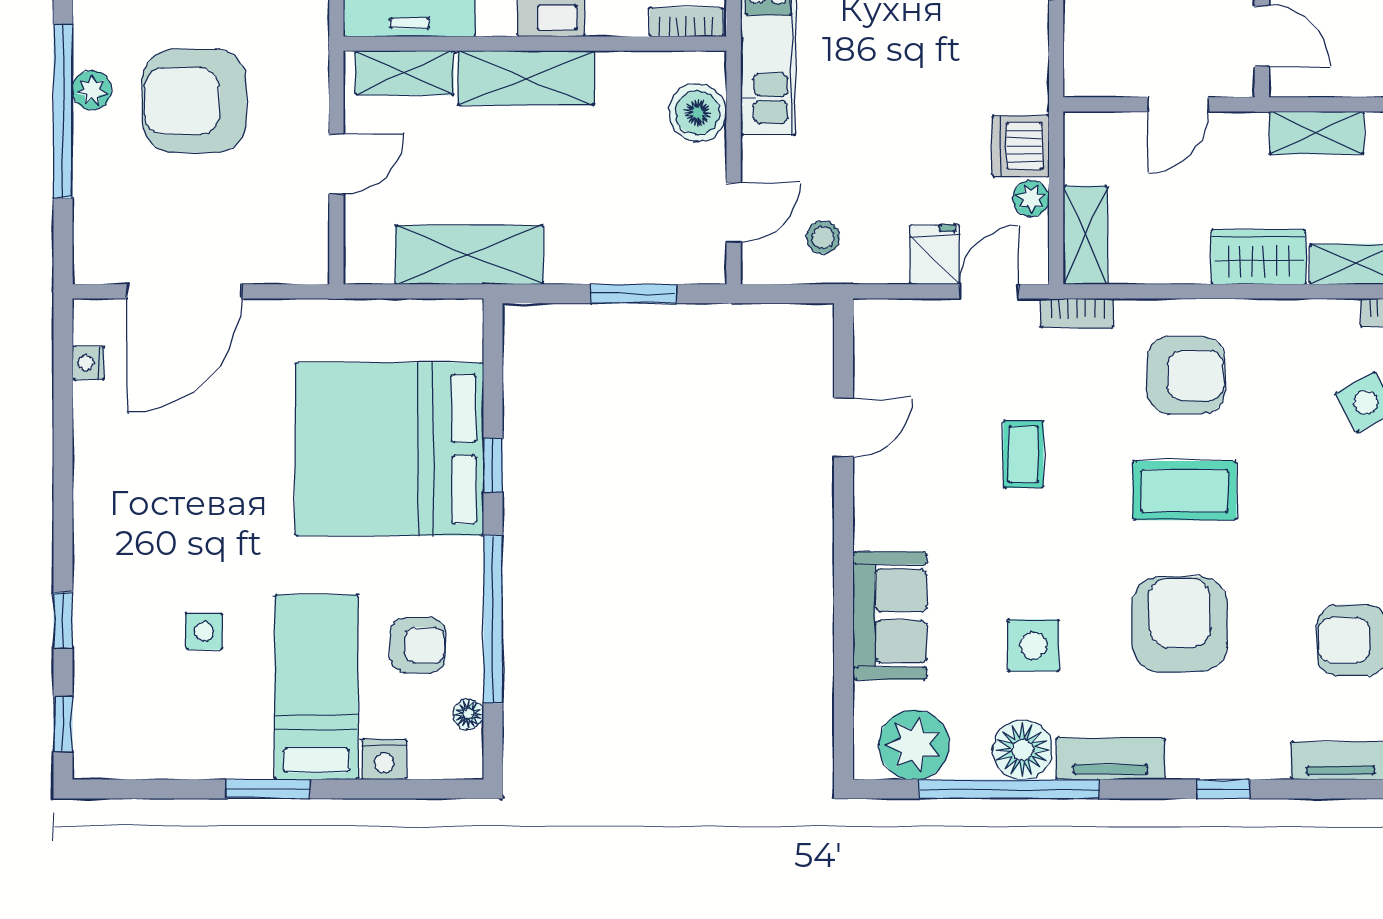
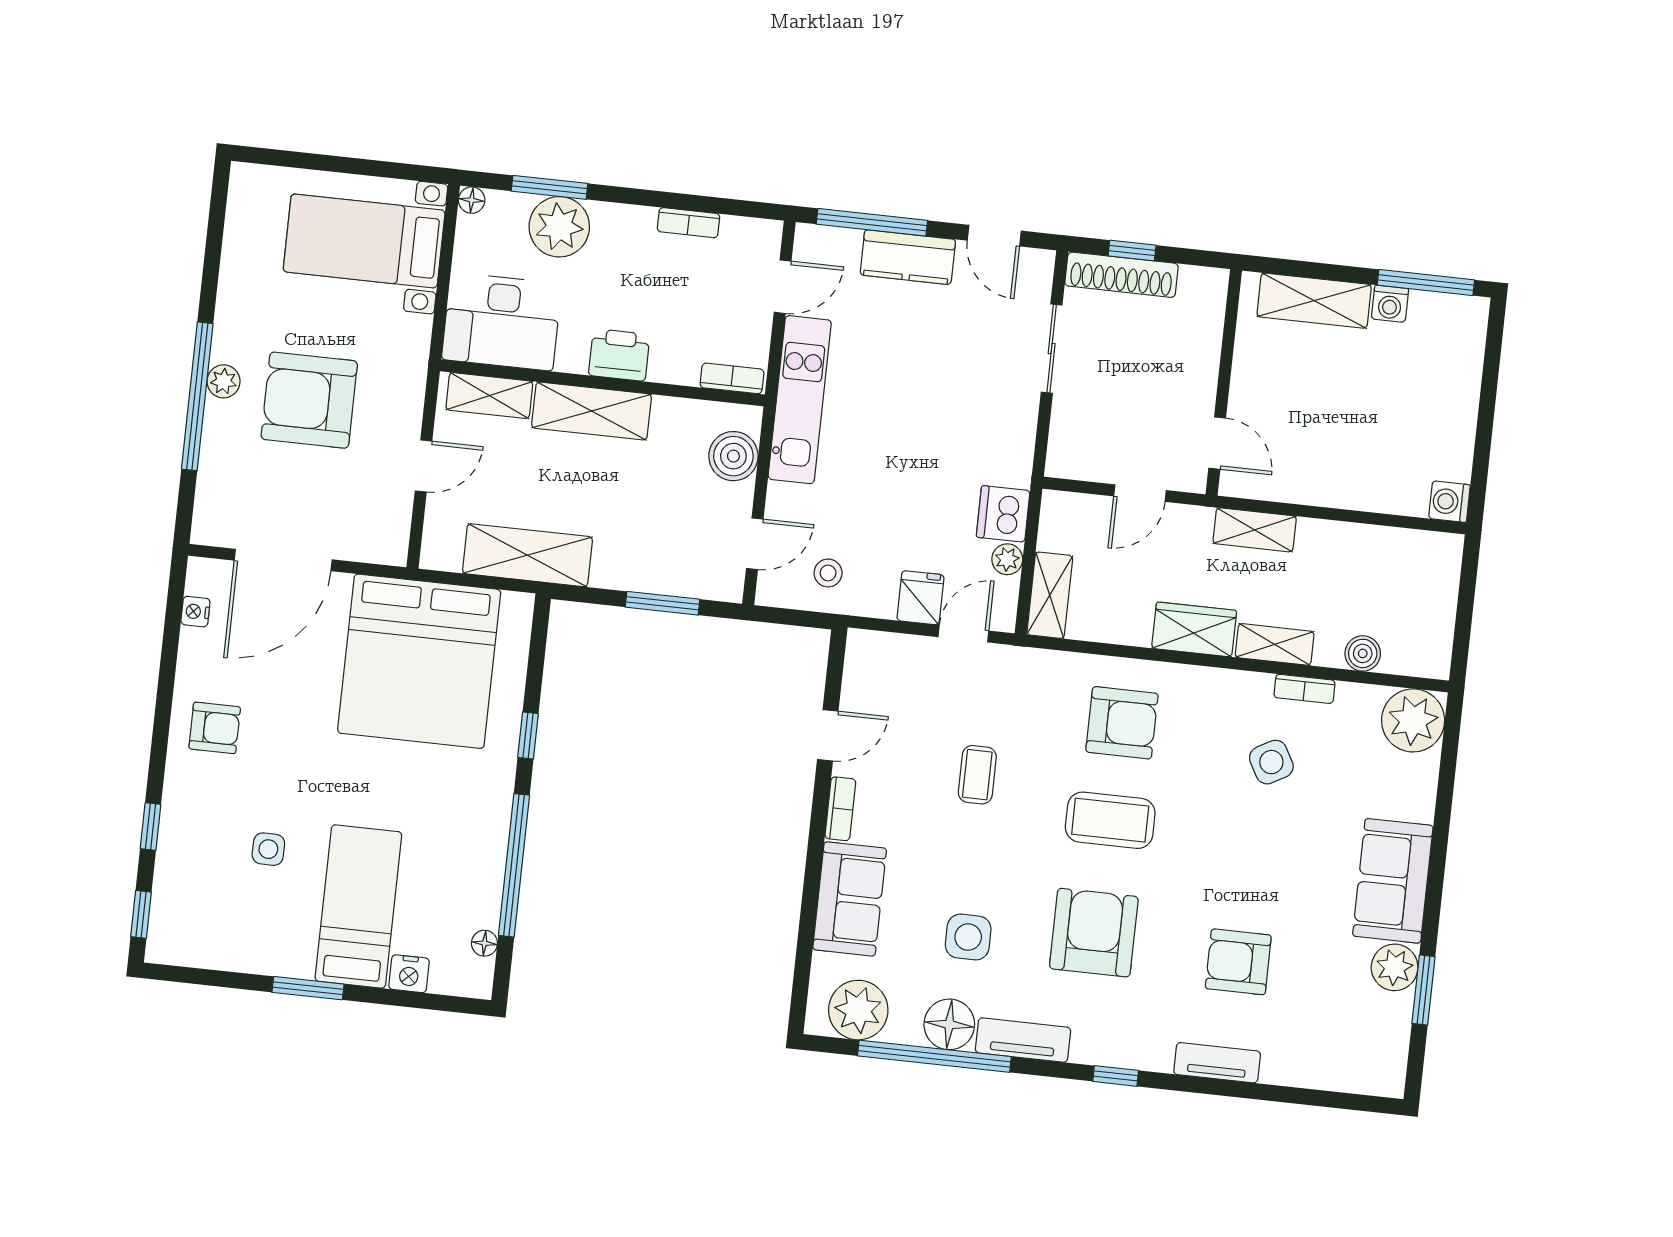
bookcase: (1077, 313) -> (840, 809), moved, turned -90
bed: (389, 449) -> (419, 661), moved, turned -90
armchair: (418, 645) -> (215, 728), moved

